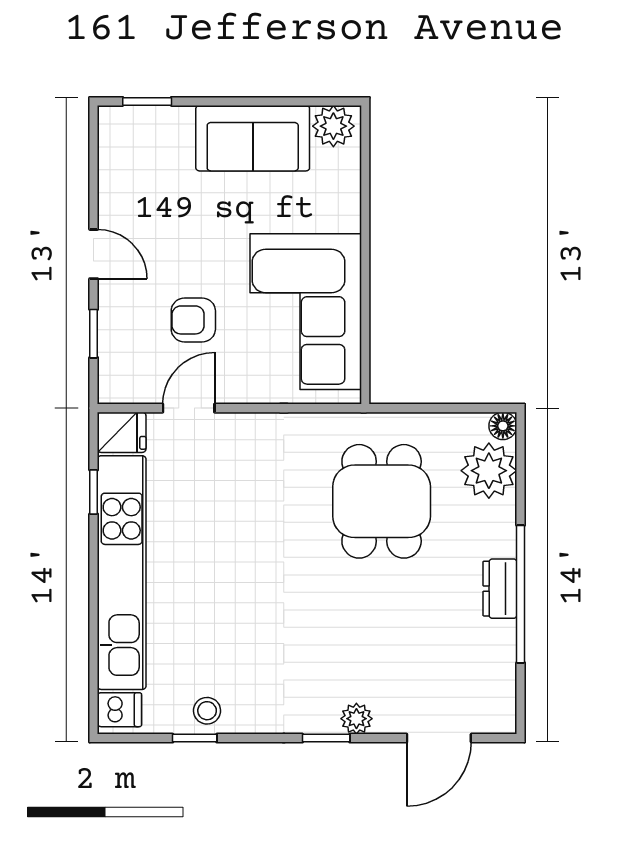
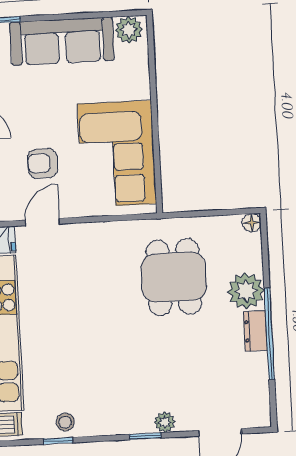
sofa: (253, 138) -> (62, 41), width x1.36
plant: (489, 471) -> (246, 291), moved

